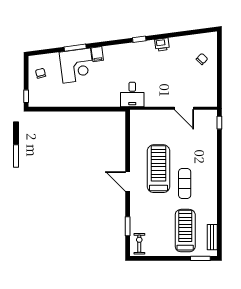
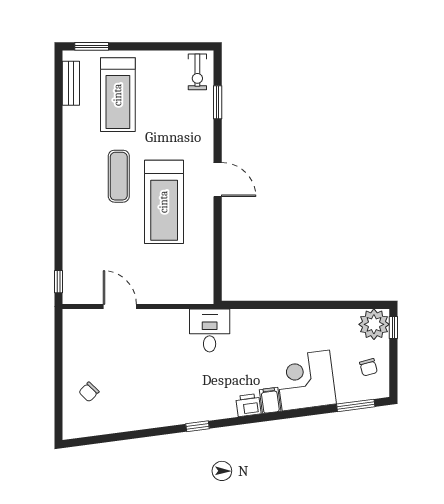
printer: (162, 45) -> (248, 405), moved
window: (75, 48) -> (356, 405), moved
plant: (37, 98) -> (374, 324), added

